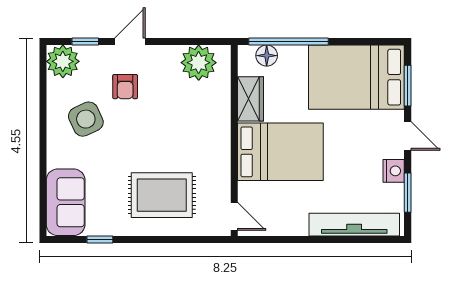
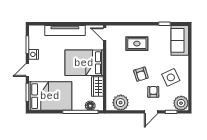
armchair: (153, 126) -> (141, 74), added
door: (408, 136) -> (27, 70), hinge flipped
rug: (162, 195) -> (137, 44), width x0.73, depth x0.70
tv unit: (354, 225) -> (65, 30), moved

